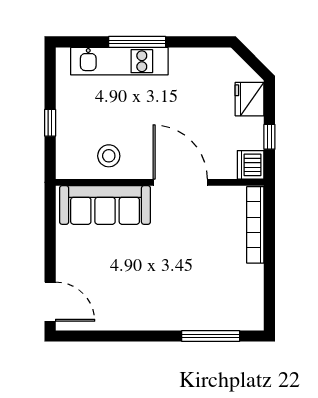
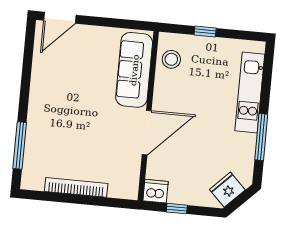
window: (137, 42) -> (261, 137), moved
fridge: (250, 99) -> (227, 190), moved, turned -45
stool: (109, 156) -> (171, 59), moved
bookcase: (255, 225) -> (76, 187), moved

